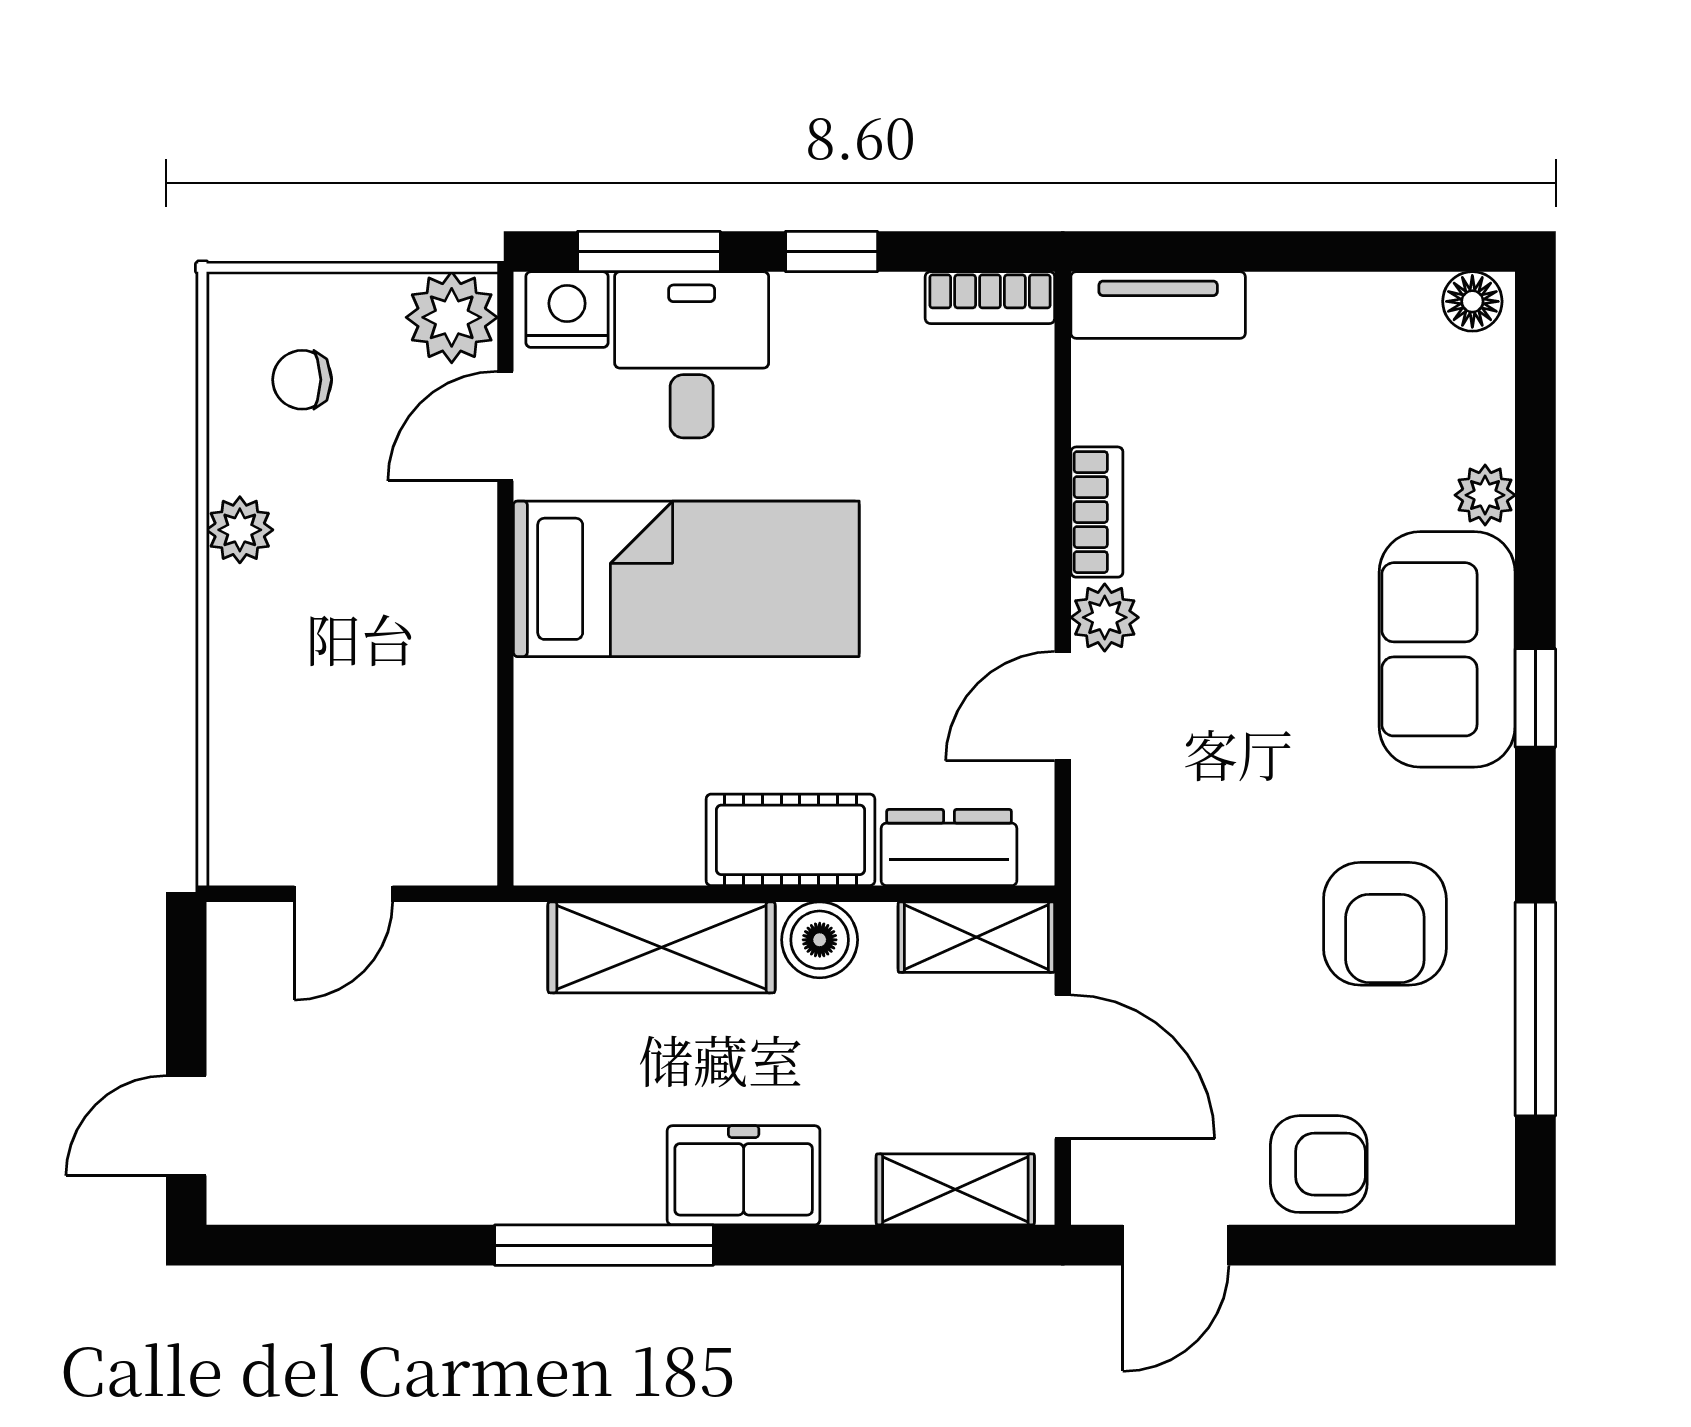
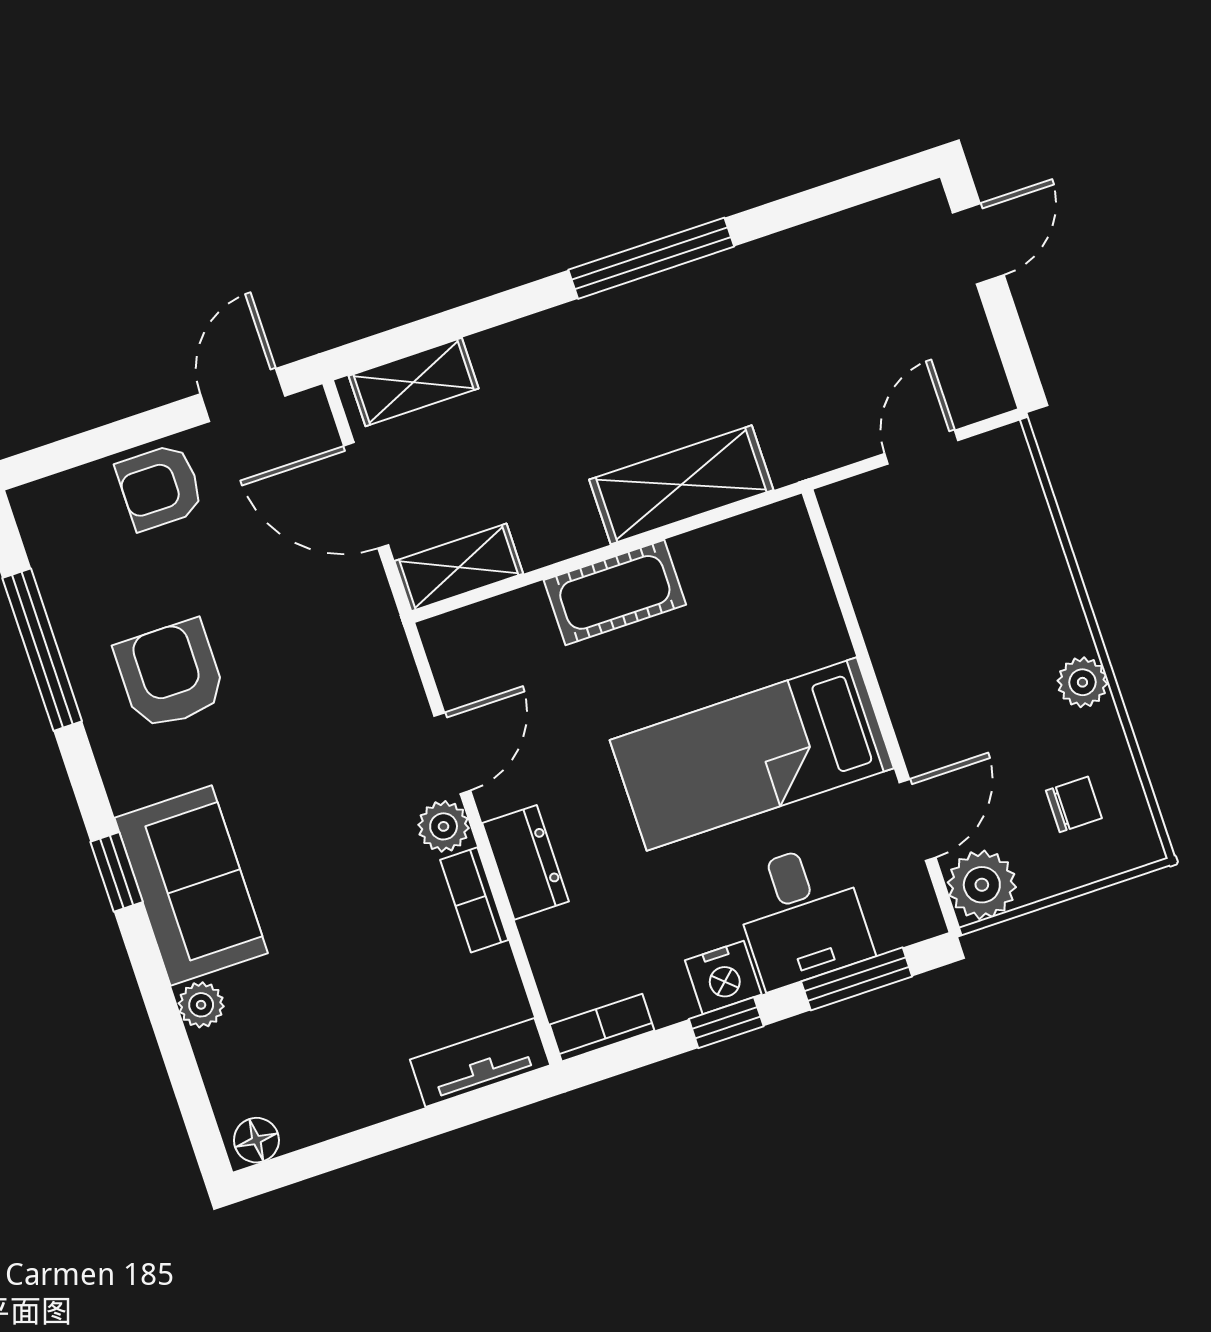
nightstand: (567, 310) -> (723, 977), moved
dresser: (949, 848) -> (526, 862), moved, turned -90
boiler: (820, 940) -> (570, 528), removed
freezer: (744, 1175) -> (568, 341), removed

